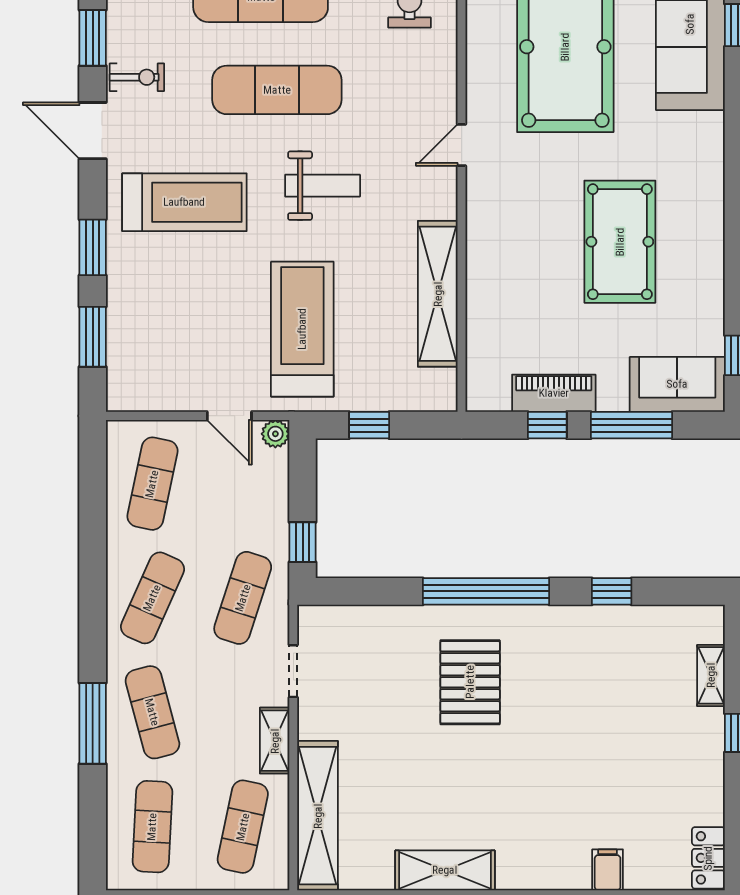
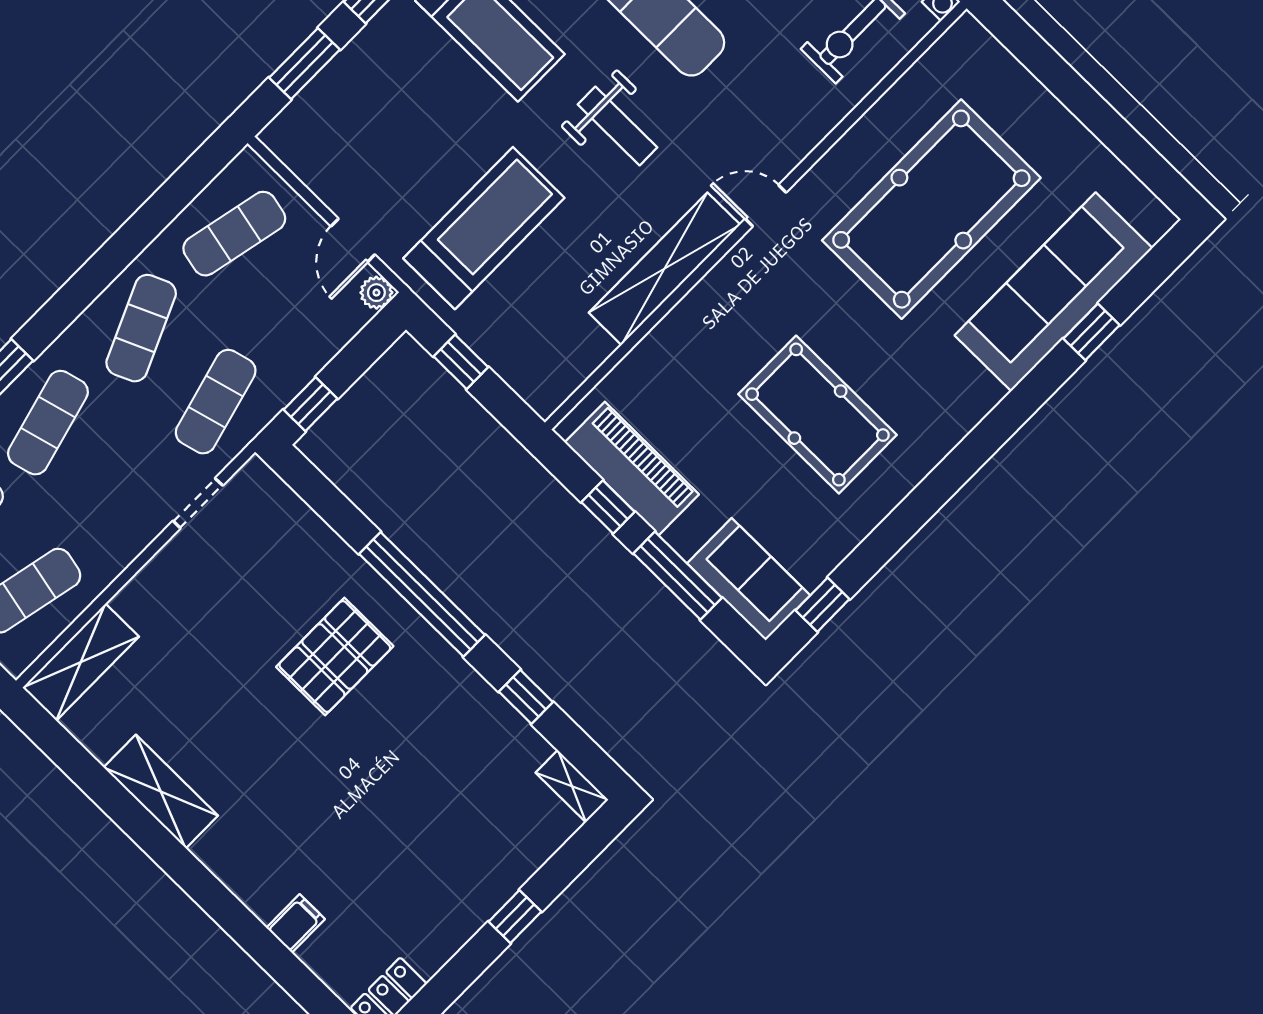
pool table: (620, 242) -> (817, 415), turned 90
shelving: (438, 294) -> (664, 269), moved
piano: (554, 393) -> (632, 468), width x1.37, depth x1.33
exercise mat: (152, 598) -> (141, 328), turned -48
exercise mat: (243, 598) -> (216, 402), turned -33
shelving: (711, 675) -> (572, 786), moved, turned 90
shelving: (275, 741) -> (126, 545), removed
shelving: (318, 816) -> (81, 662), width x0.68

